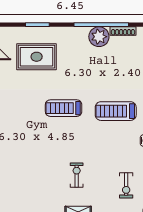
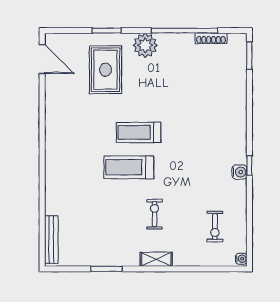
plant: (99, 37) -> (145, 45), moved
rug: (37, 57) -> (106, 70), turned 90
treadmill: (116, 111) -> (129, 167), moved

